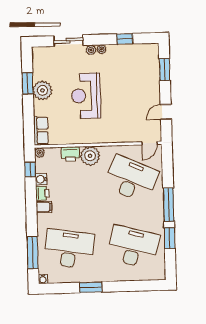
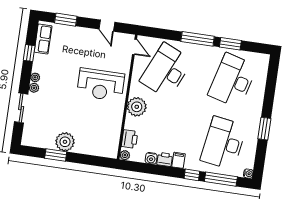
reception desk: (86, 96) -> (101, 85), moved
row of seats: (41, 131) -> (43, 39), moved, turned 90
printer: (70, 154) -> (130, 139), moved
window: (30, 170) -> (192, 175), moved

